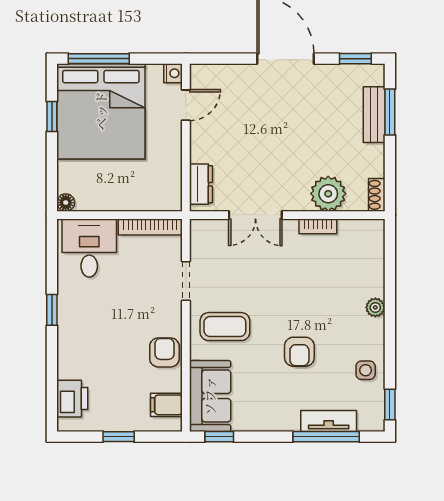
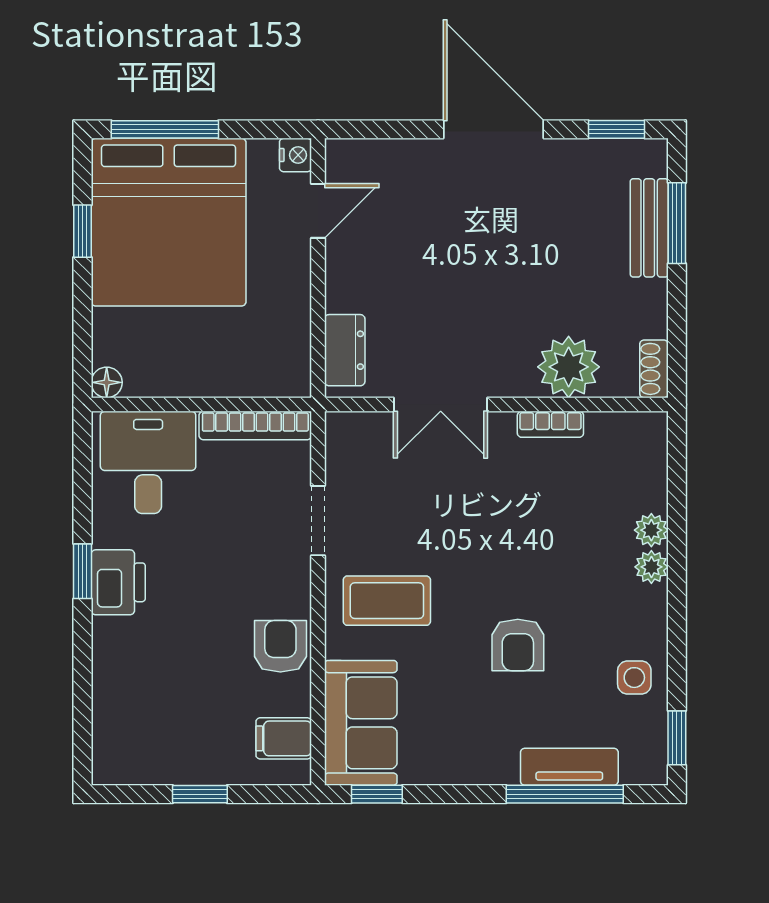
plant: (375, 286) -> (651, 530), added
printer: (72, 399) -> (118, 582), moved

